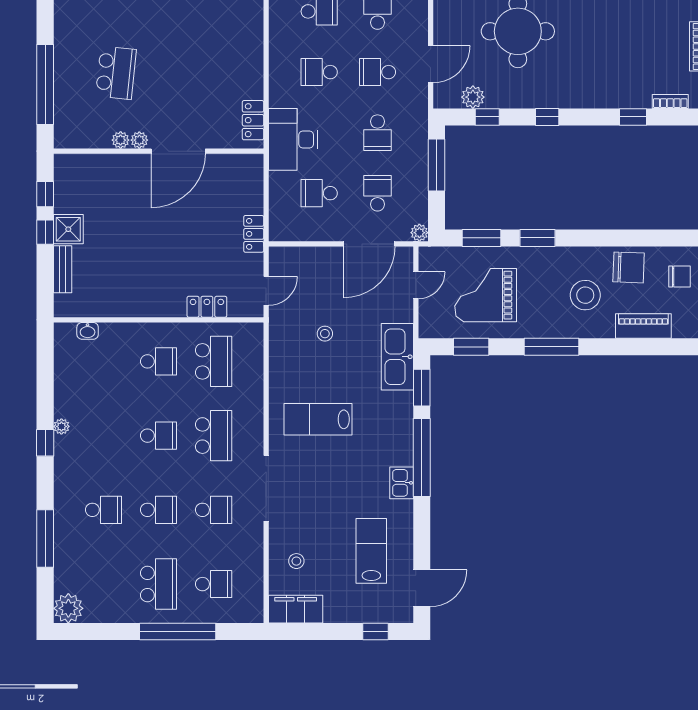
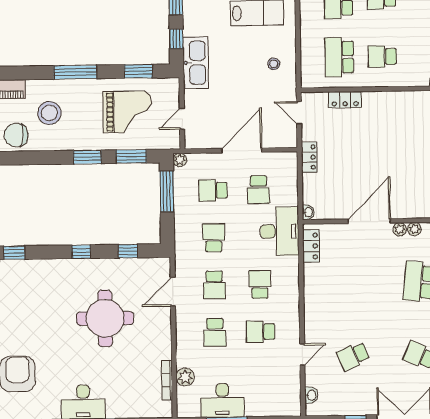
school desk: (319, 72) -> (260, 284), turned -90
school desk: (378, 72) -> (214, 285), turned 90
plant: (473, 97) -> (139, 266), removed
washbasin: (256, 164) -> (308, 212), added
window: (436, 165) -> (167, 191), moved
school desk: (319, 193) -> (259, 190), turned 90
school desk: (378, 193) -> (213, 190), turned 90
door: (369, 244) -> (242, 150), moved
door: (266, 291) -> (299, 113), hinge flipped
stool: (325, 334) -> (274, 64), moved
window: (422, 388) -> (176, 39), width x0.67

